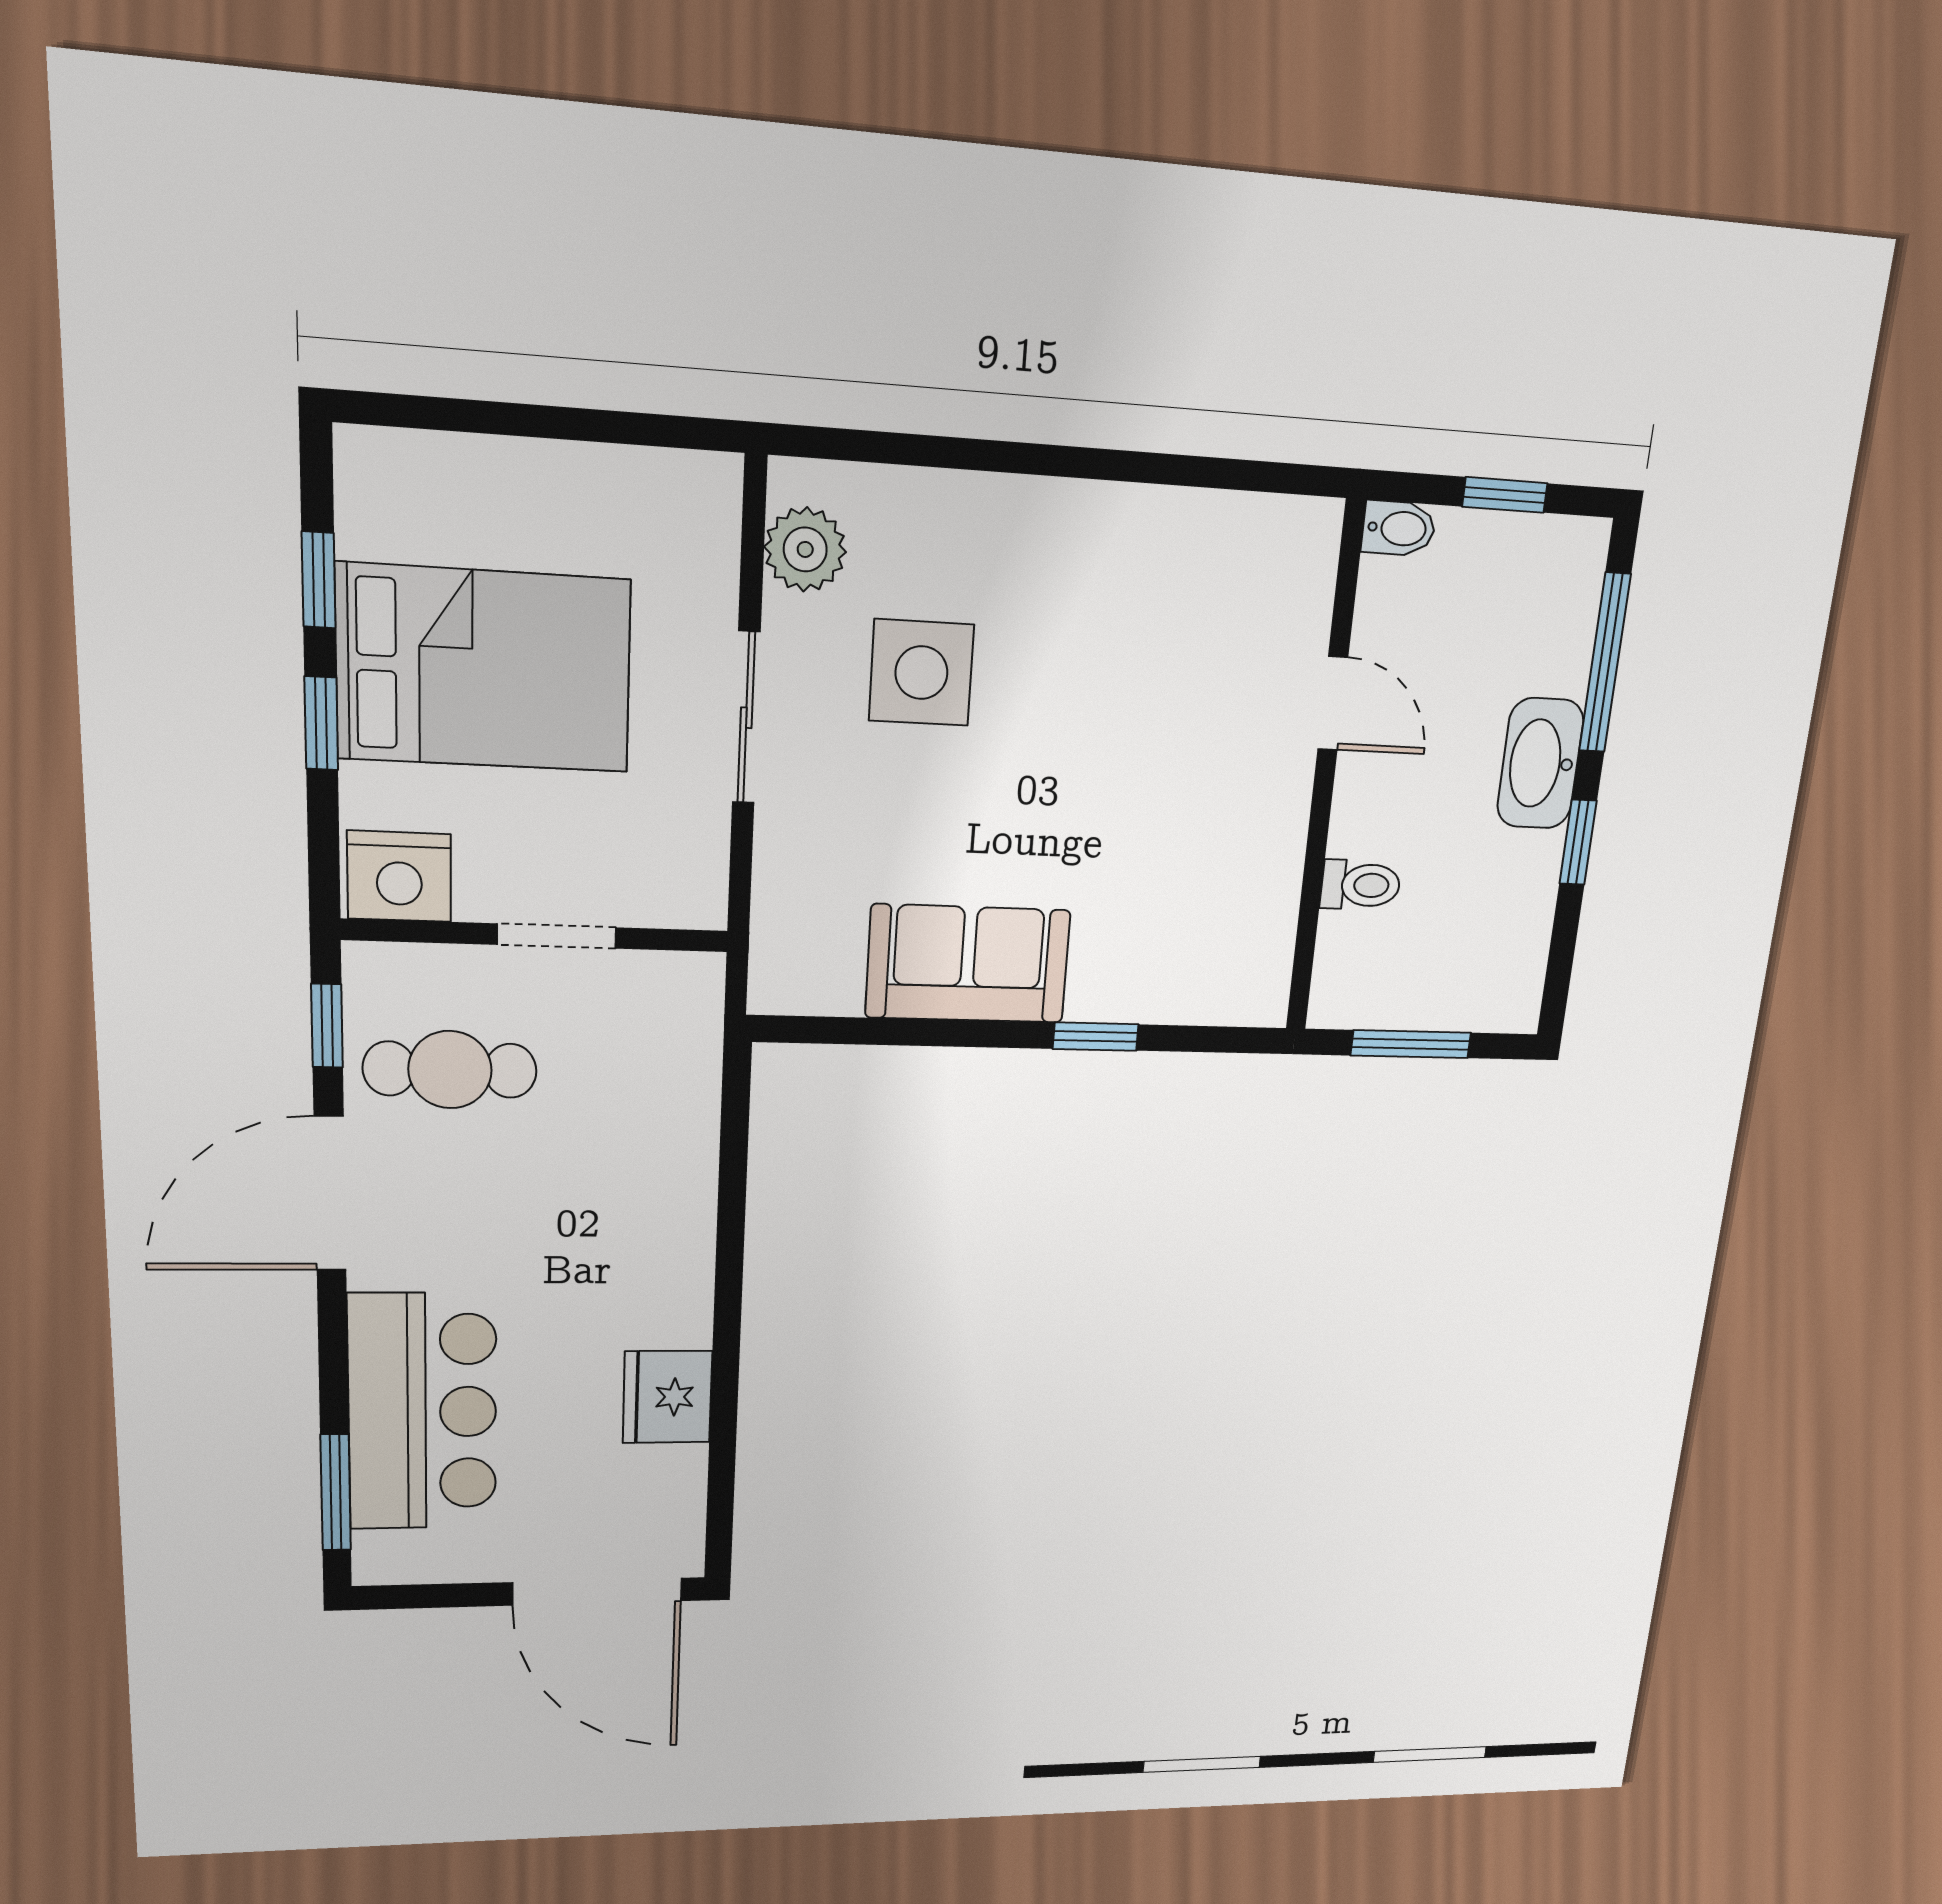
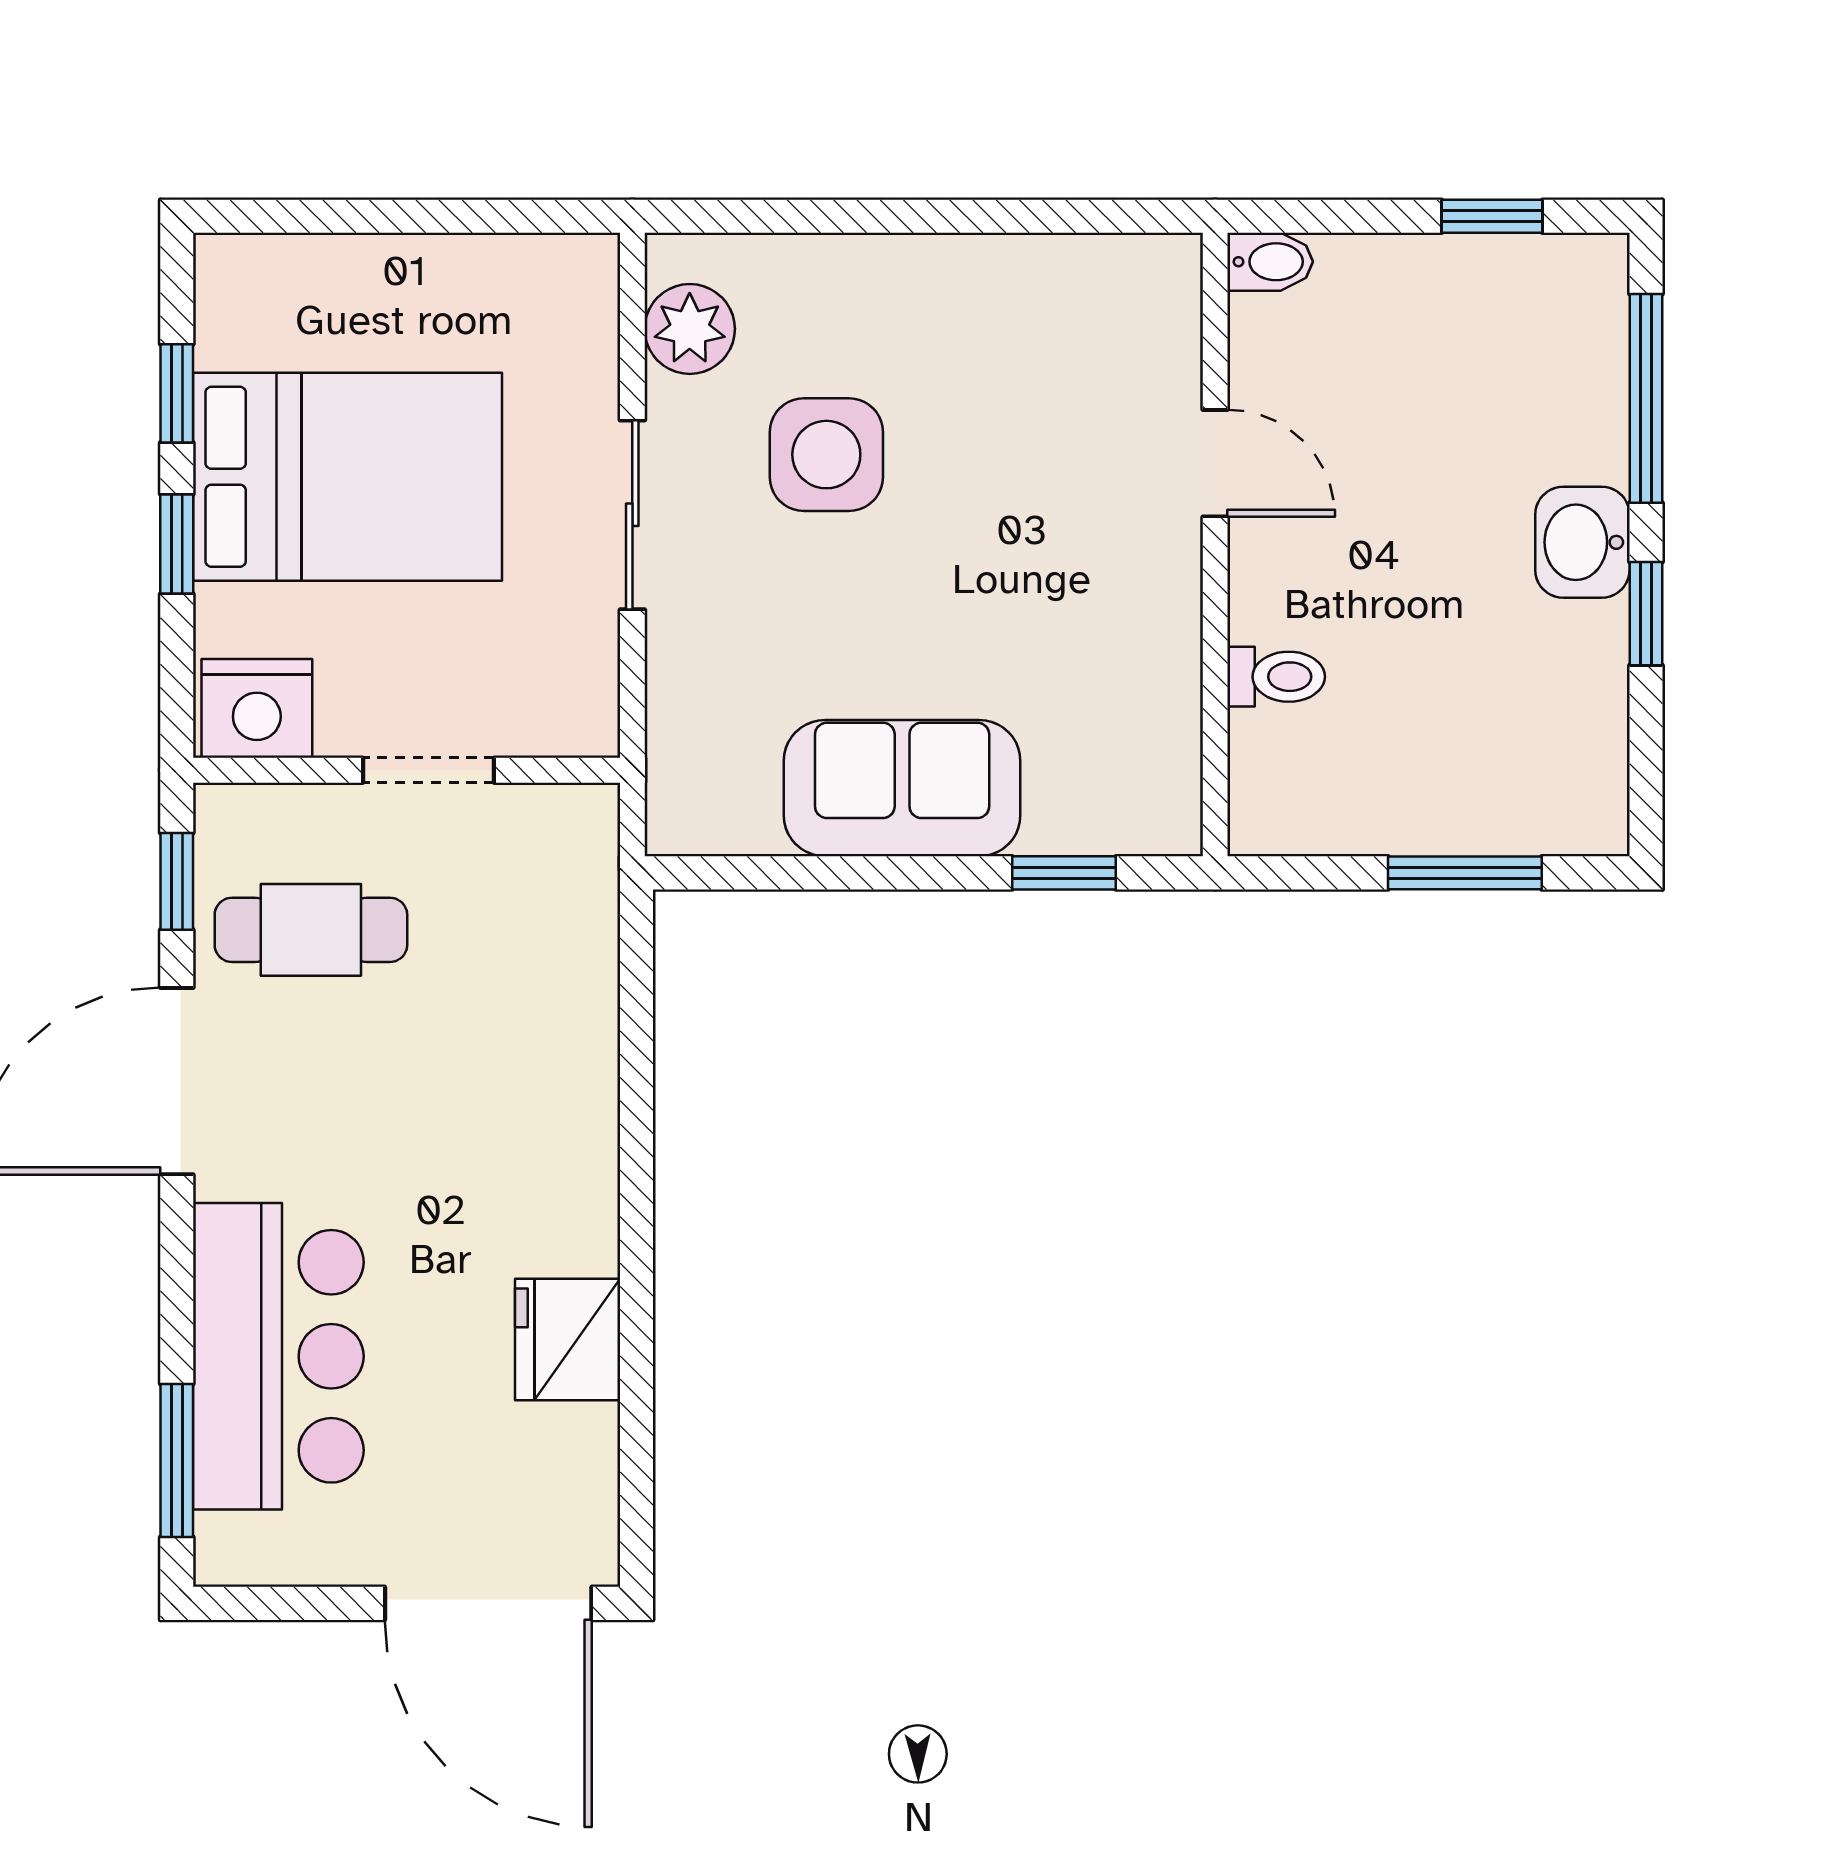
bidet: (1399, 528) -> (1270, 262), moved
door: (1333, 703) -> (1215, 463), moved
washbasin: (1540, 763) -> (1582, 542), width x0.72
wall: (1325, 773) -> (1215, 545), moved
toilet: (1361, 885) -> (1276, 677), moved

